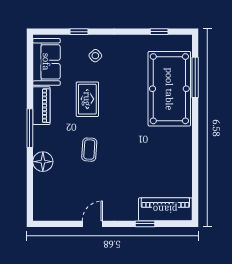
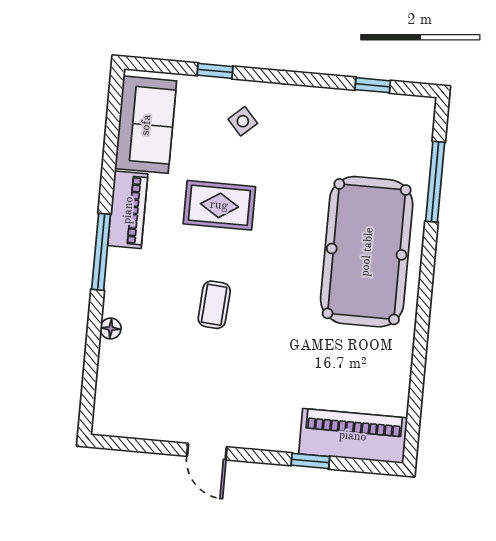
pool table: (169, 89) -> (367, 252), moved
rug: (87, 99) -> (219, 205), turned 90
floor lamp: (43, 162) -> (111, 328), width x0.53, depth x0.53
door: (92, 224) -> (207, 452), swing flipped

